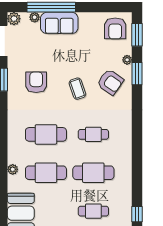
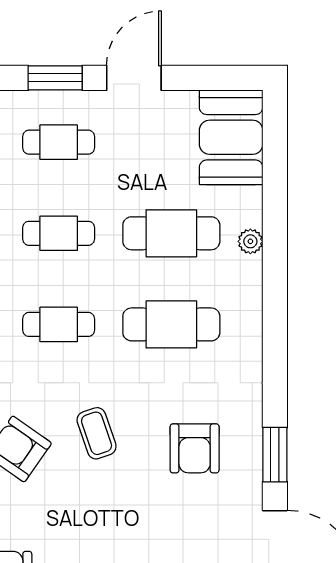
cafe table: (93, 173) -> (59, 233), width x0.73, depth x0.74

